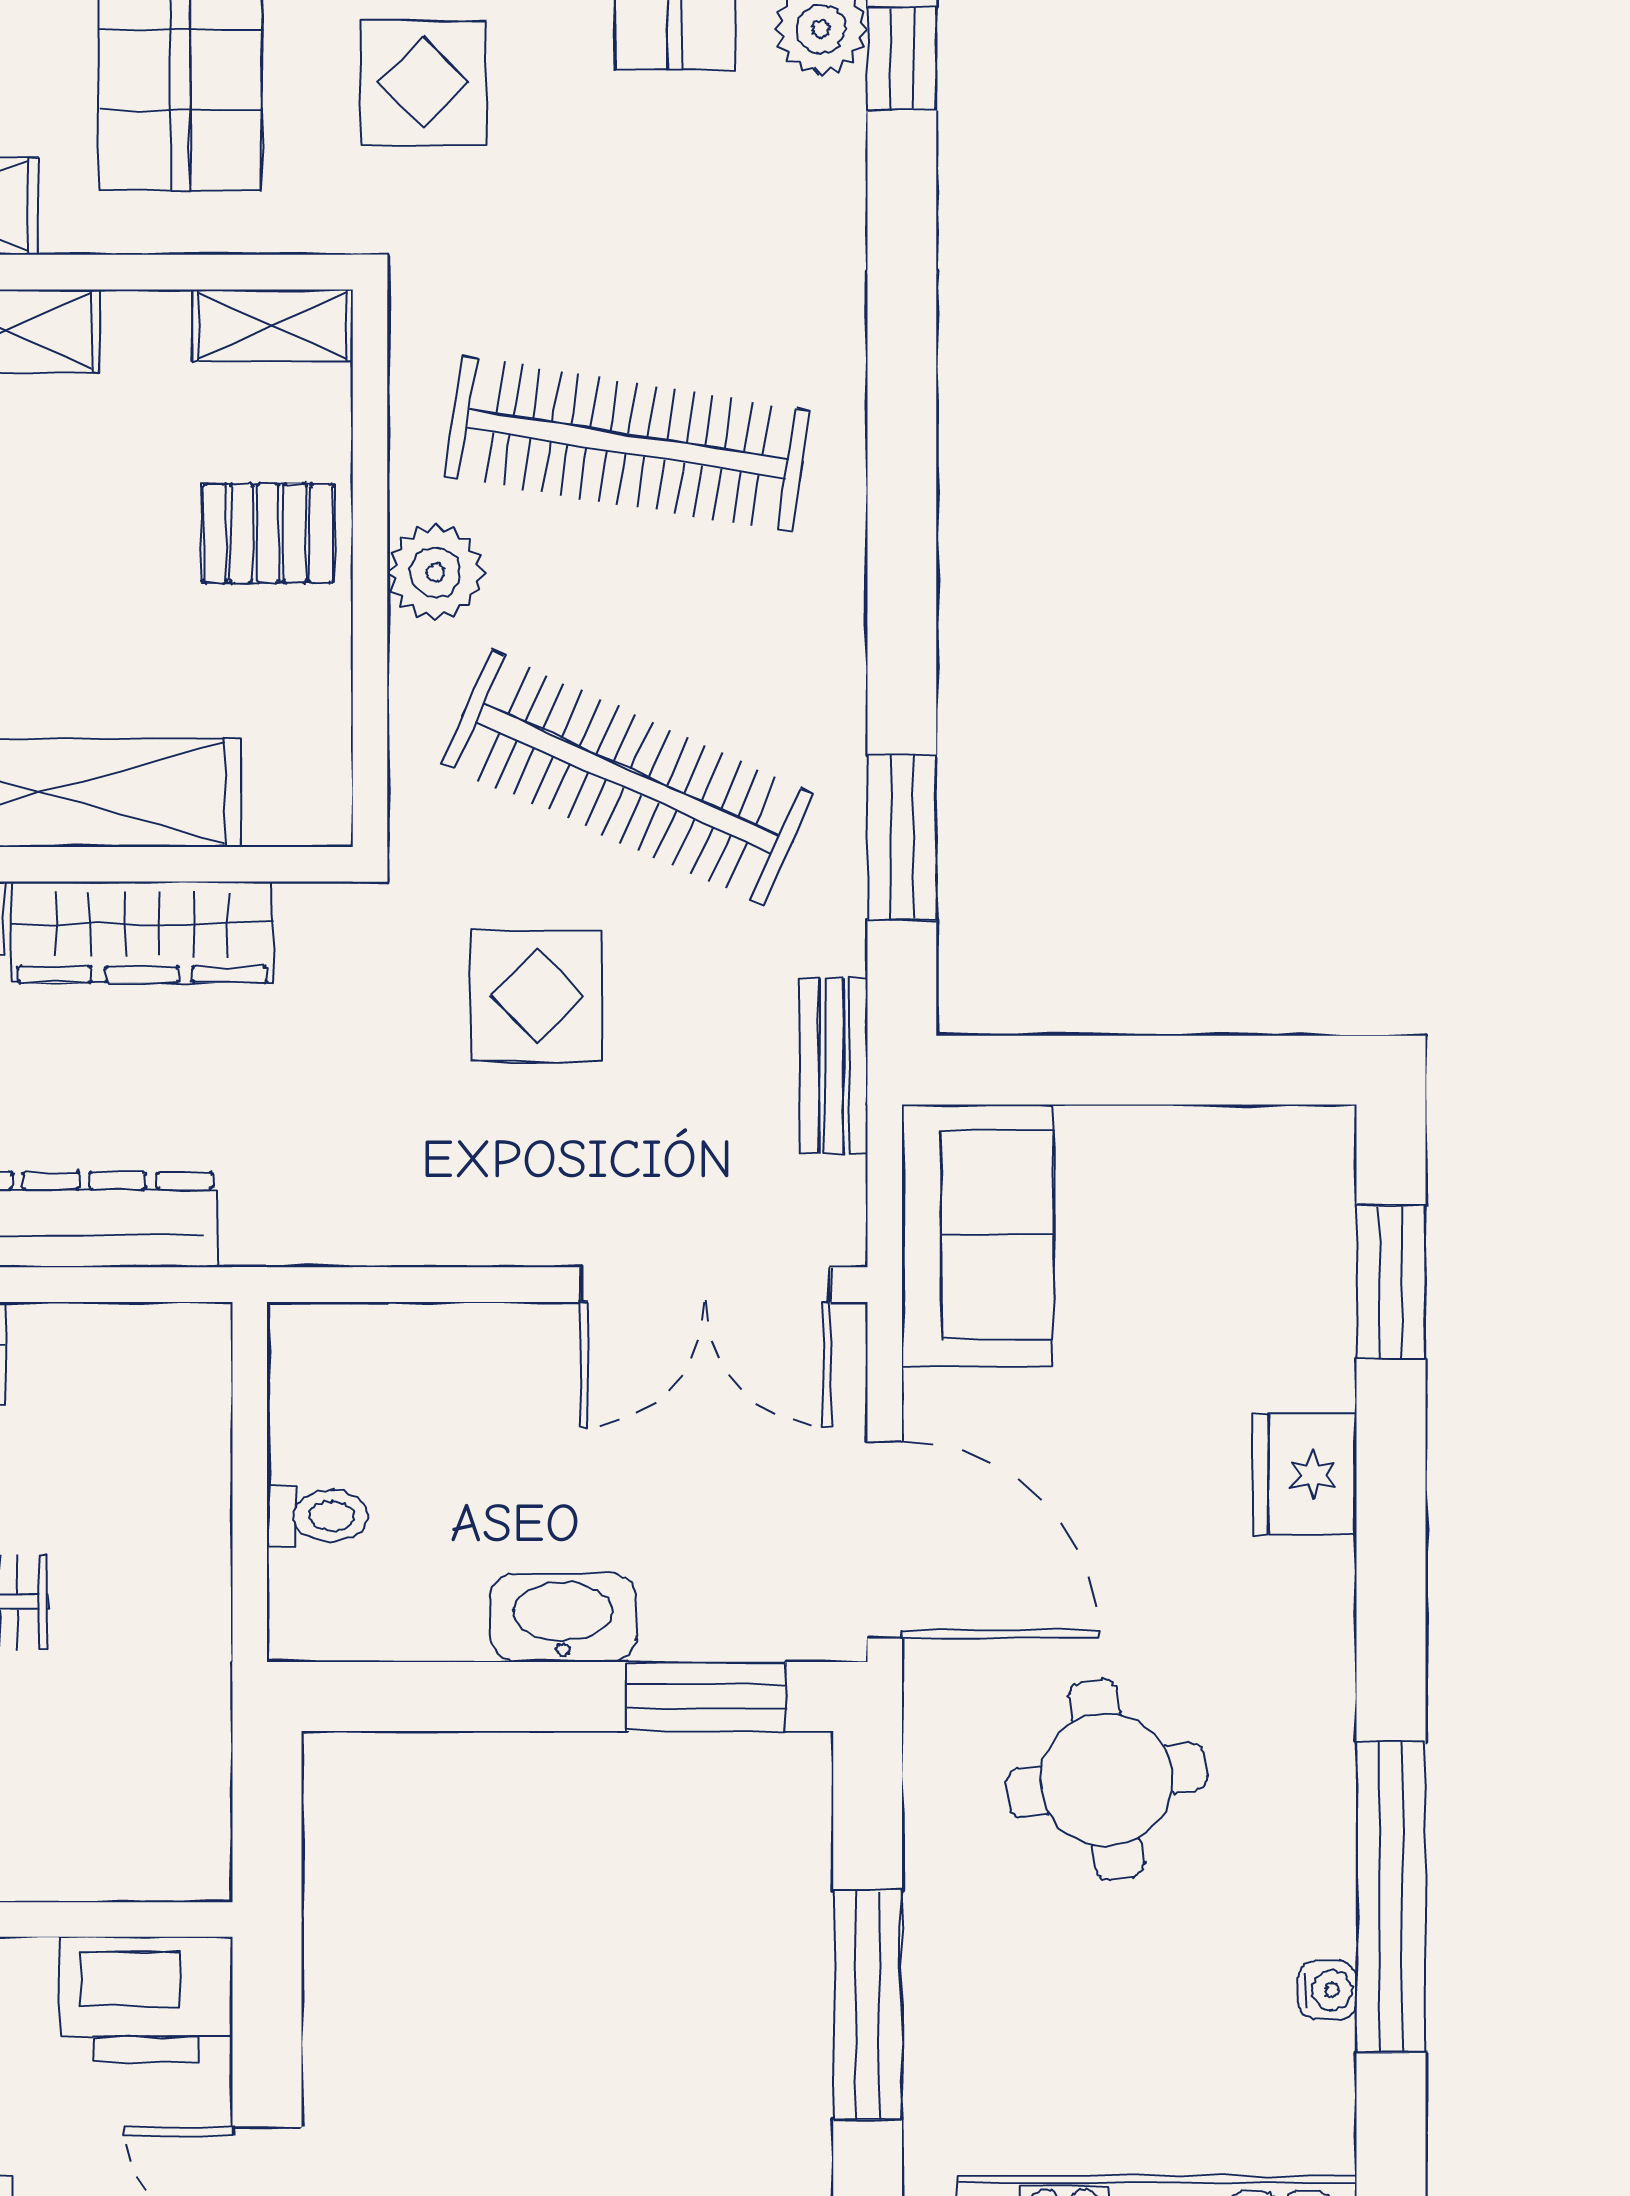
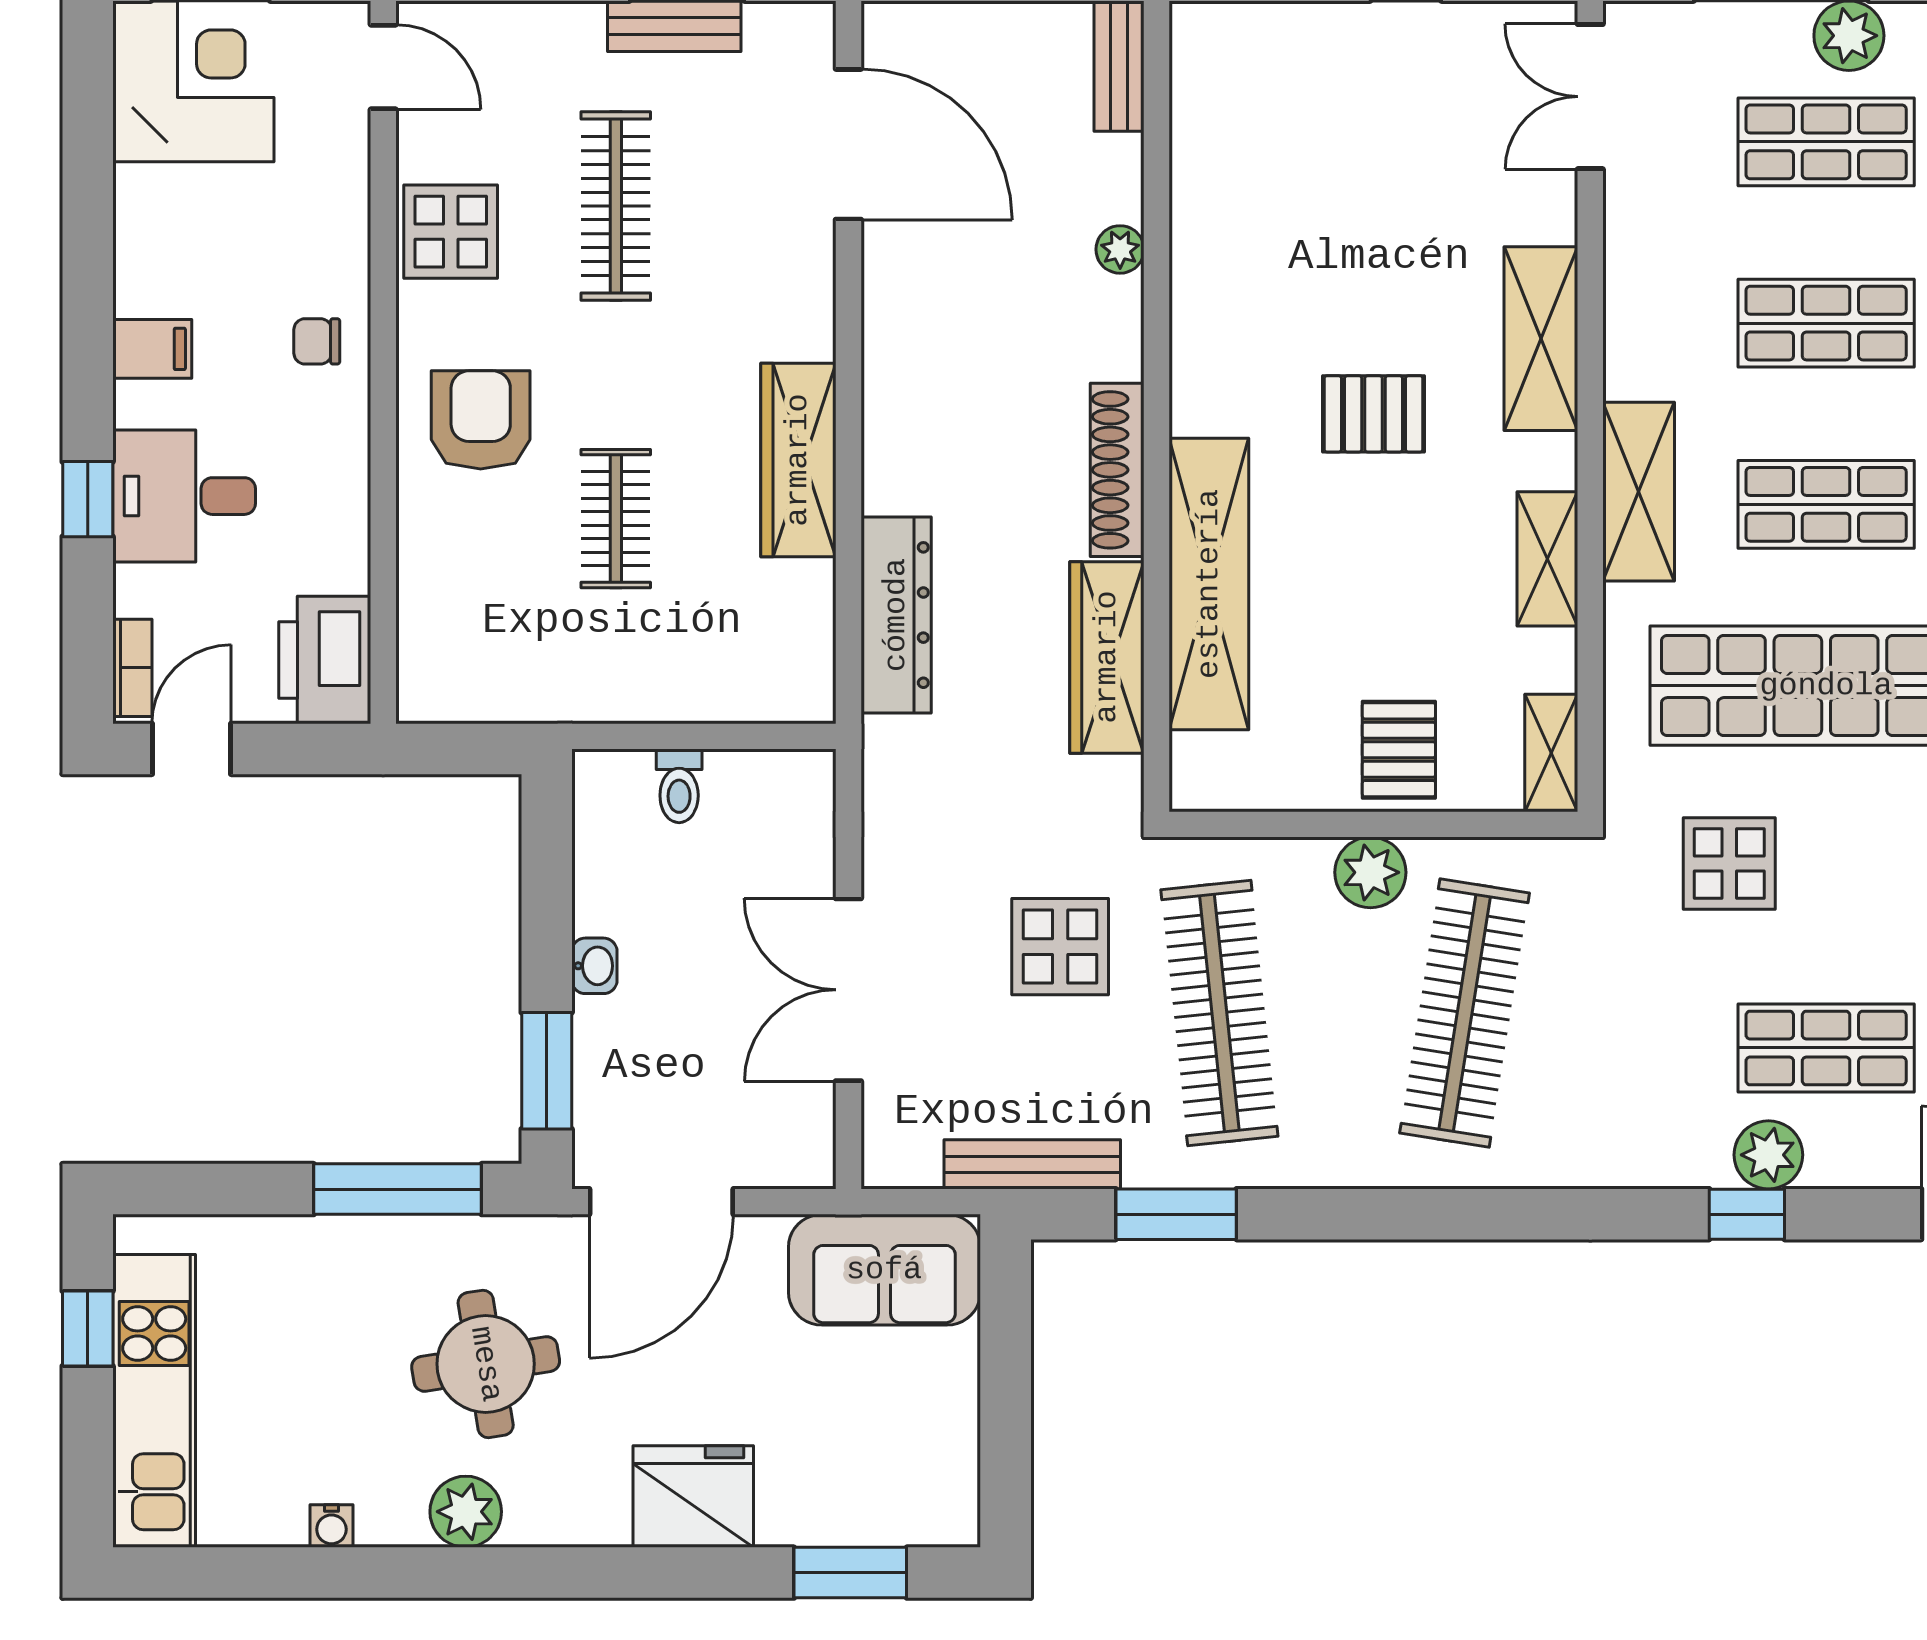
clothes rail: (627, 778) -> (1219, 1013), turned -30
bench: (834, 1066) -> (1032, 1164), width x1.36
double door: (705, 1285) -> (848, 990), moved
fridge: (1305, 1475) -> (693, 1497), width x1.36, depth x1.34
washbasin: (563, 1618) -> (594, 966), width x0.52, depth x0.69
plant: (1308, 1807) -> (466, 1512), added
window: (1391, 1897) -> (400, 1573), removed
window: (868, 2005) -> (398, 1189), moved

